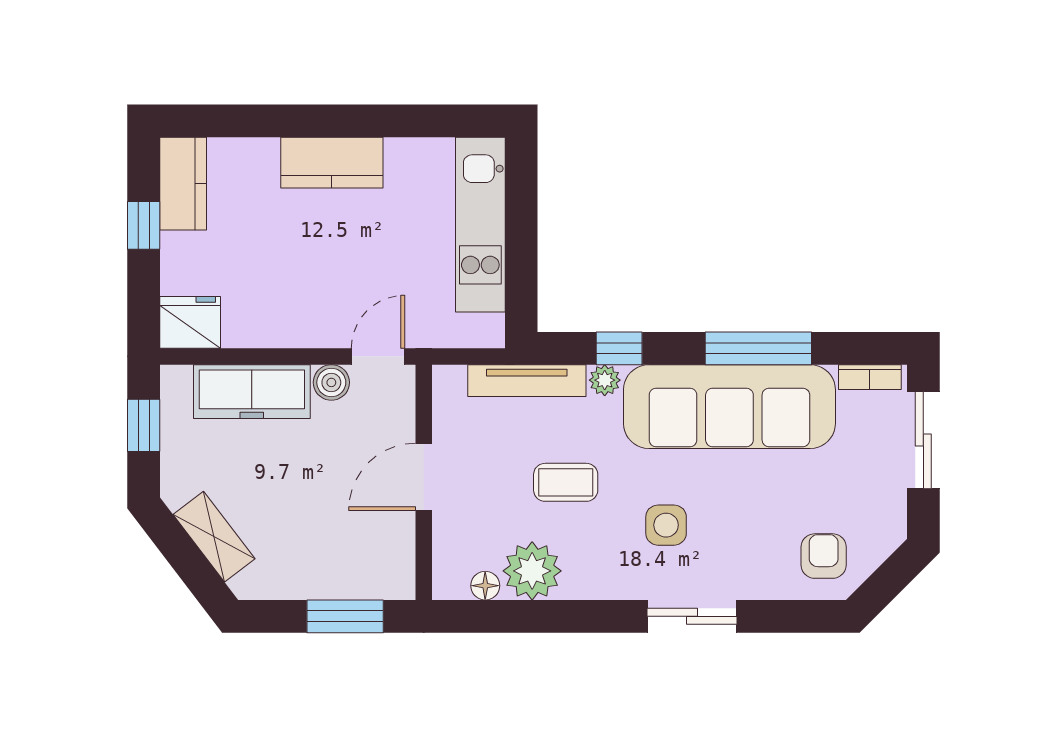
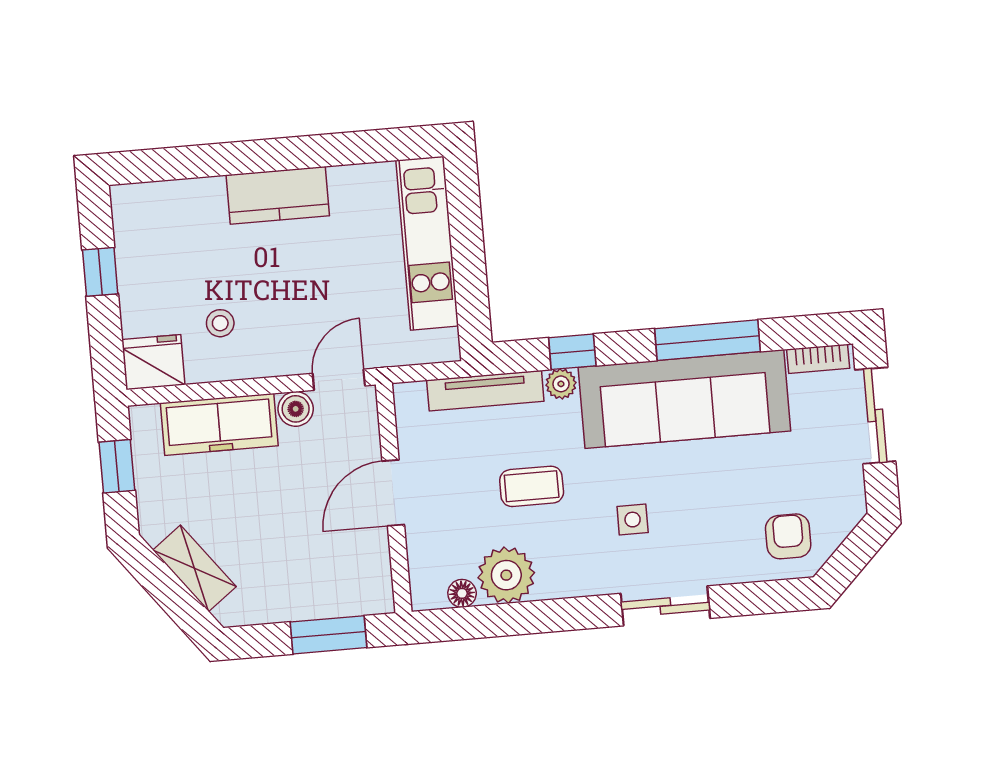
kitchen counter: (183, 184) -> (135, 228), removed
stool: (262, 288) -> (220, 323), added
side table: (666, 525) -> (633, 520), width x0.73, depth x0.73

